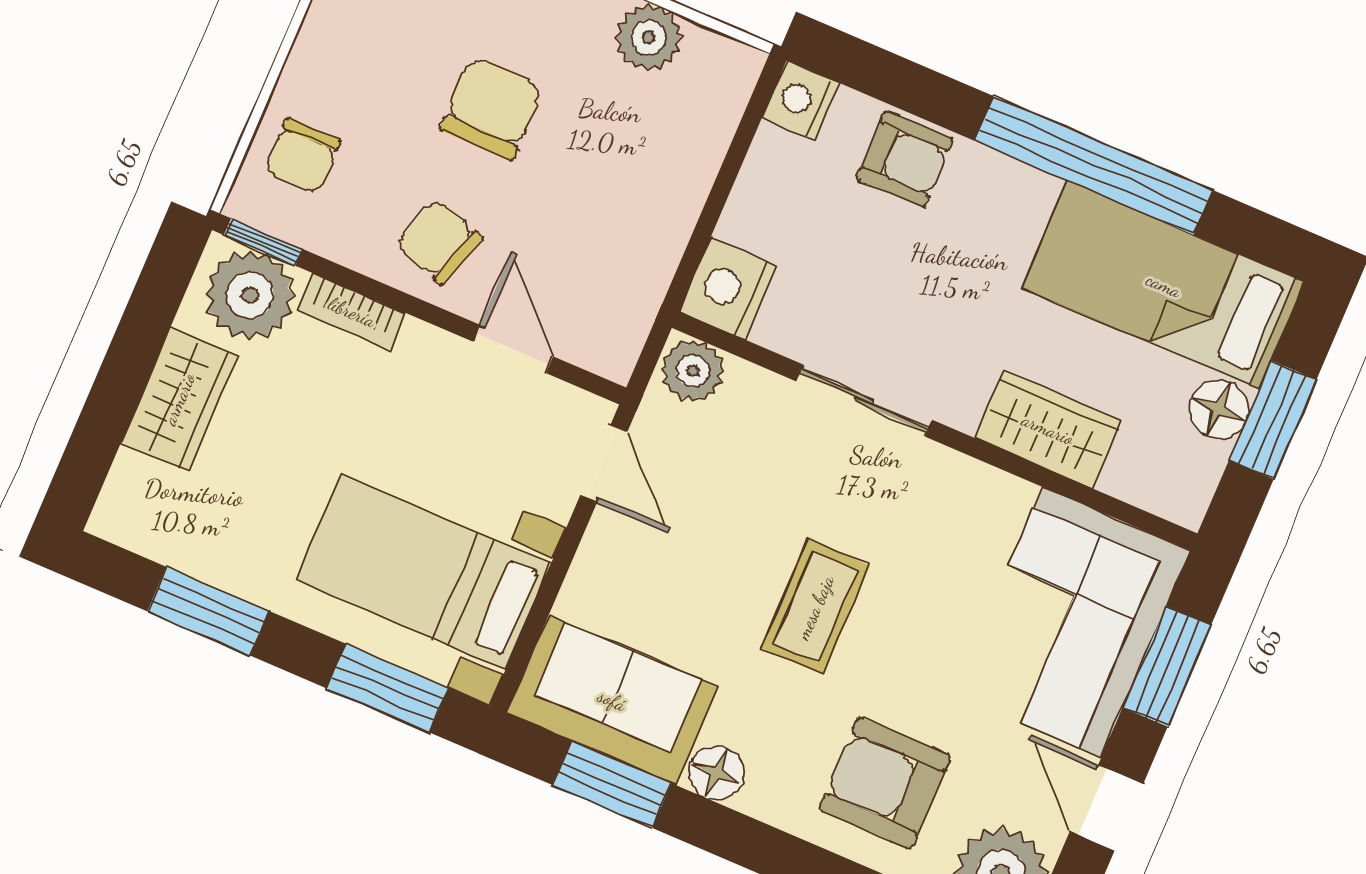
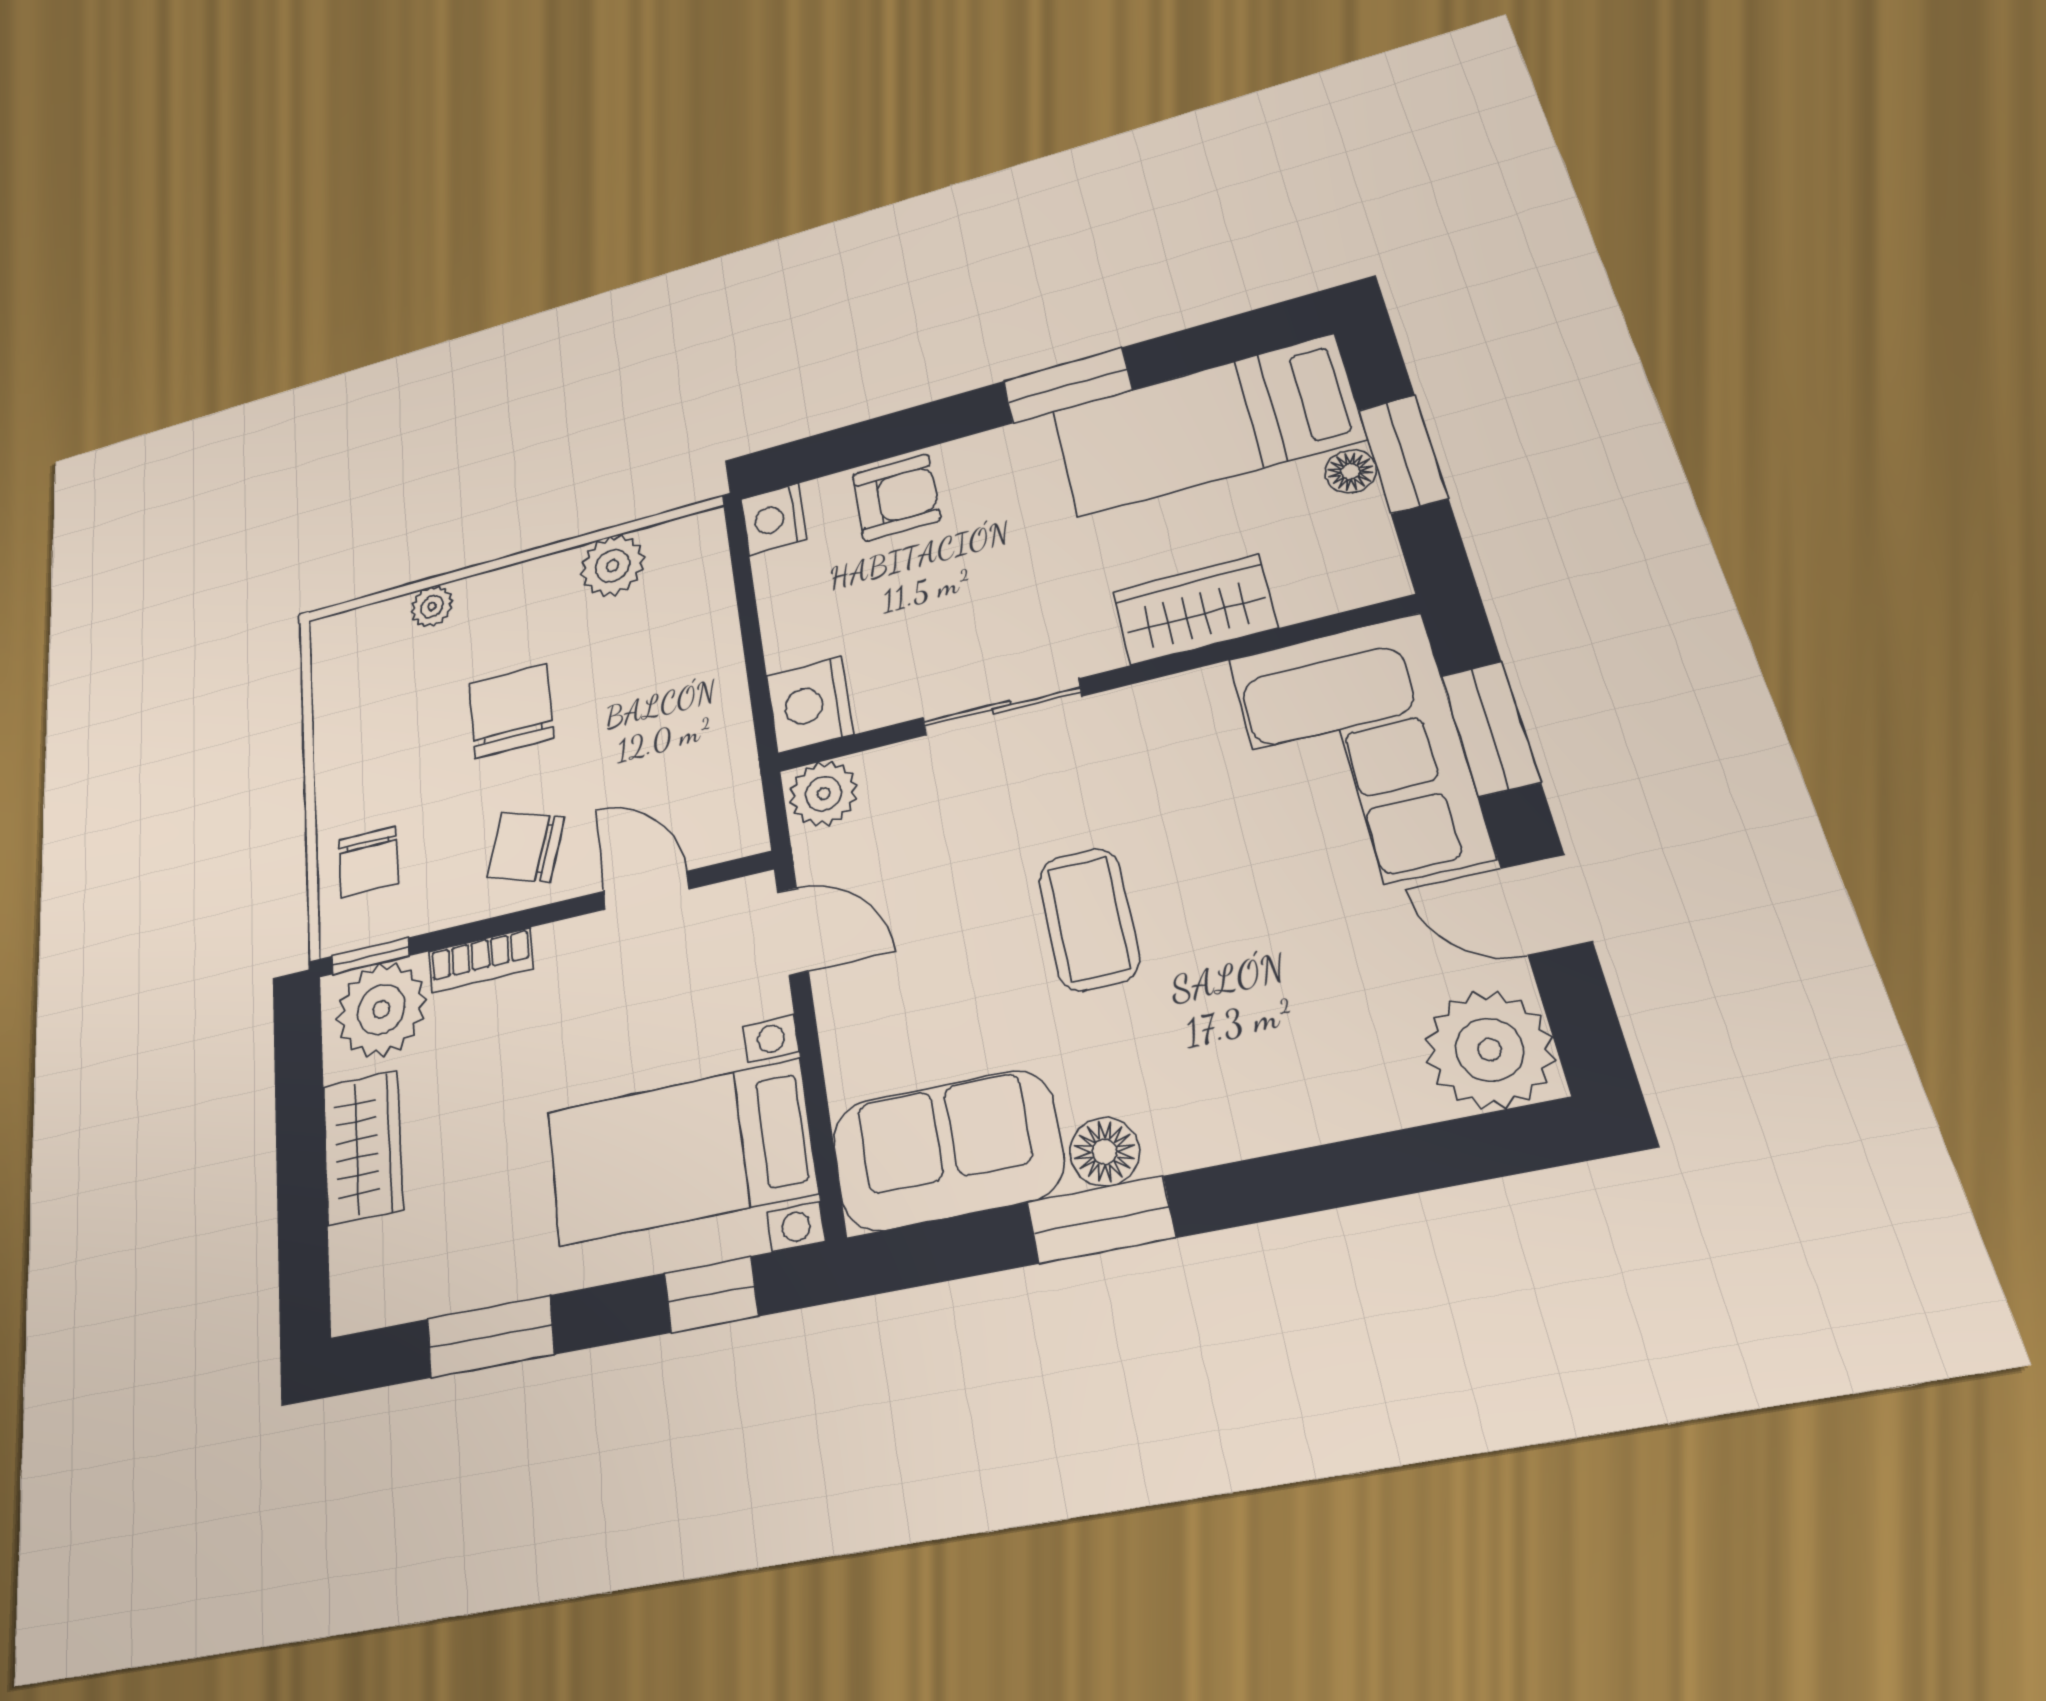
window: (1094, 165) -> (1067, 385), width x0.47
floor lamp: (1219, 409) -> (1351, 471), width x0.73, depth x0.73
window: (387, 688) -> (711, 1294), width x0.67
armchair: (885, 783) -> (1289, 1041), removed
window: (612, 784) -> (1101, 1220), moved

